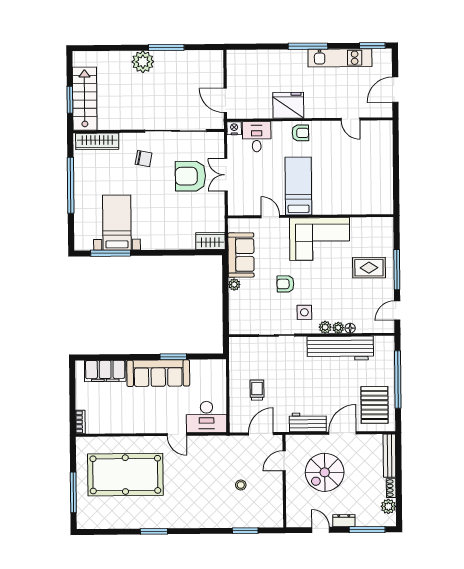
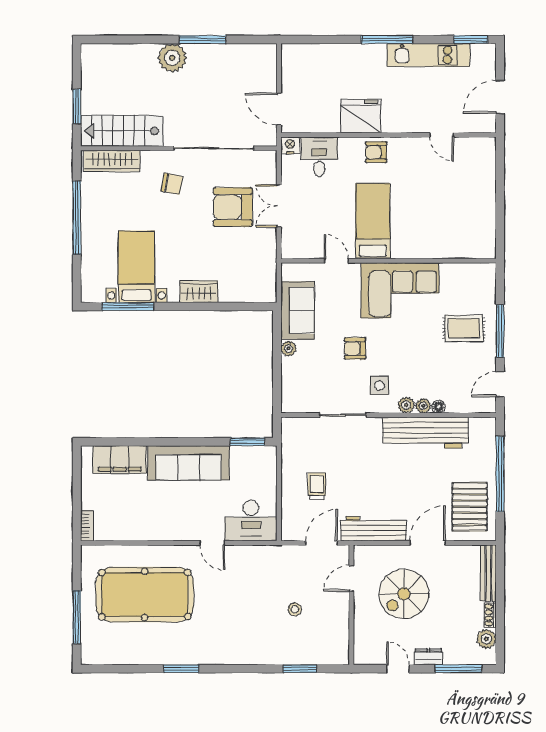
stairs: (85, 99) -> (122, 131), moved, turned -90
armchair: (300, 133) -> (376, 152), turned 180
wardrobe: (210, 241) -> (199, 292), moved
window: (173, 357) -> (247, 442), moved
workbench: (308, 422) -> (374, 529), width x1.38

